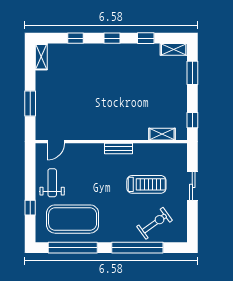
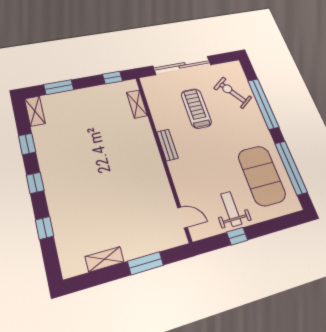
shelving: (41, 57) -> (105, 259), moved
weight bench: (52, 183) -> (231, 209), turned 90
sliding door: (192, 186) -> (182, 65), width x1.86
window: (30, 208) -> (237, 236), moved

